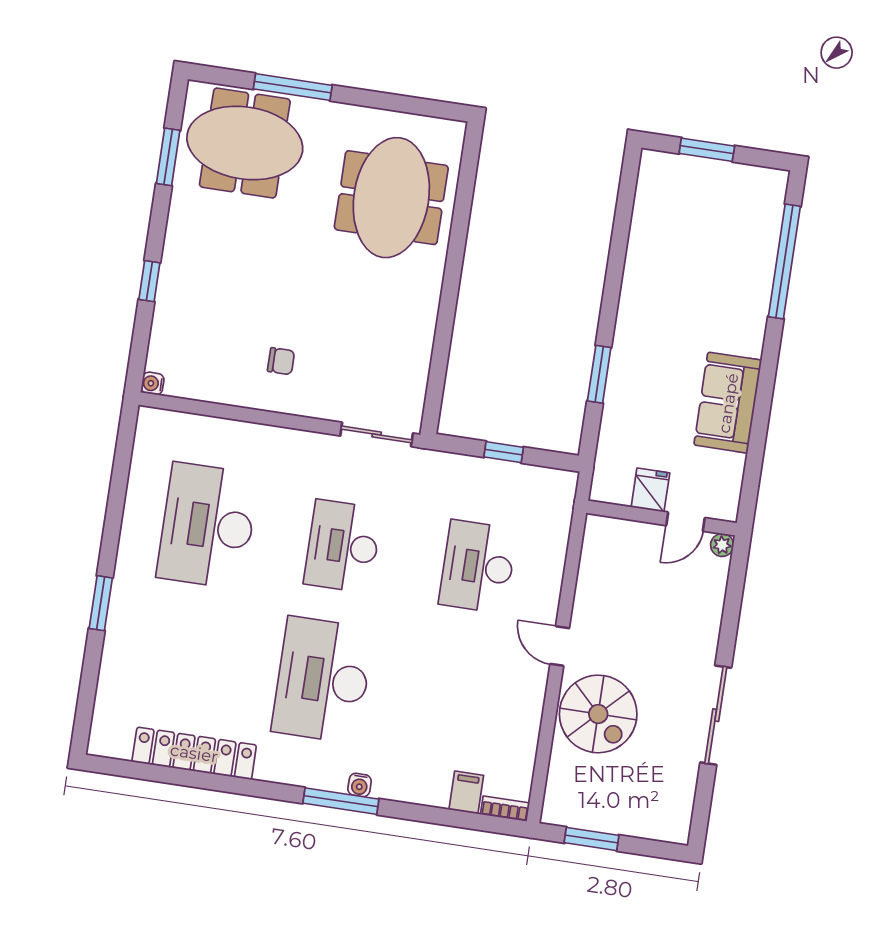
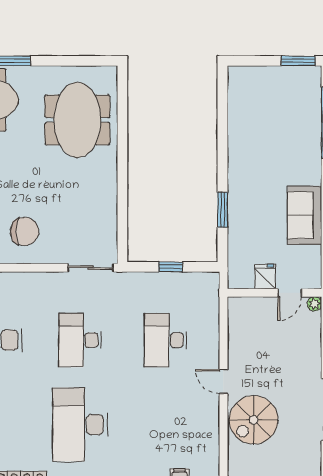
window: (707, 150) -> (298, 61), moved
chair: (281, 361) -> (25, 231), width x1.87, depth x1.87
spiral stairs: (598, 714) -> (254, 420), turned 90

